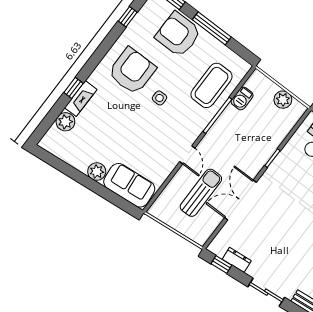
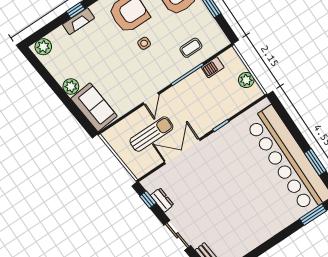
coffee table: (211, 85) -> (191, 48), width x0.54, depth x0.58
plant: (65, 122) -> (43, 47), moved

